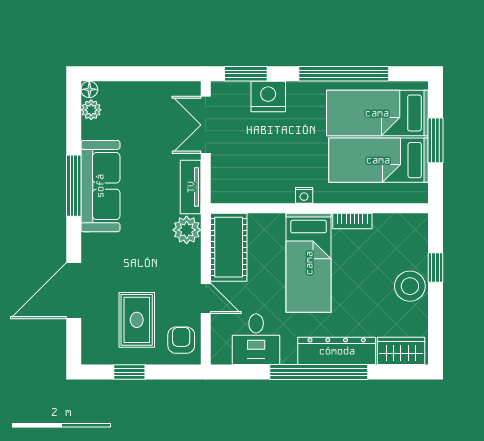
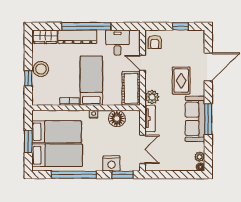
floor lamp: (257, 187) -> (117, 119), added
rug: (137, 320) -> (181, 81), moved

